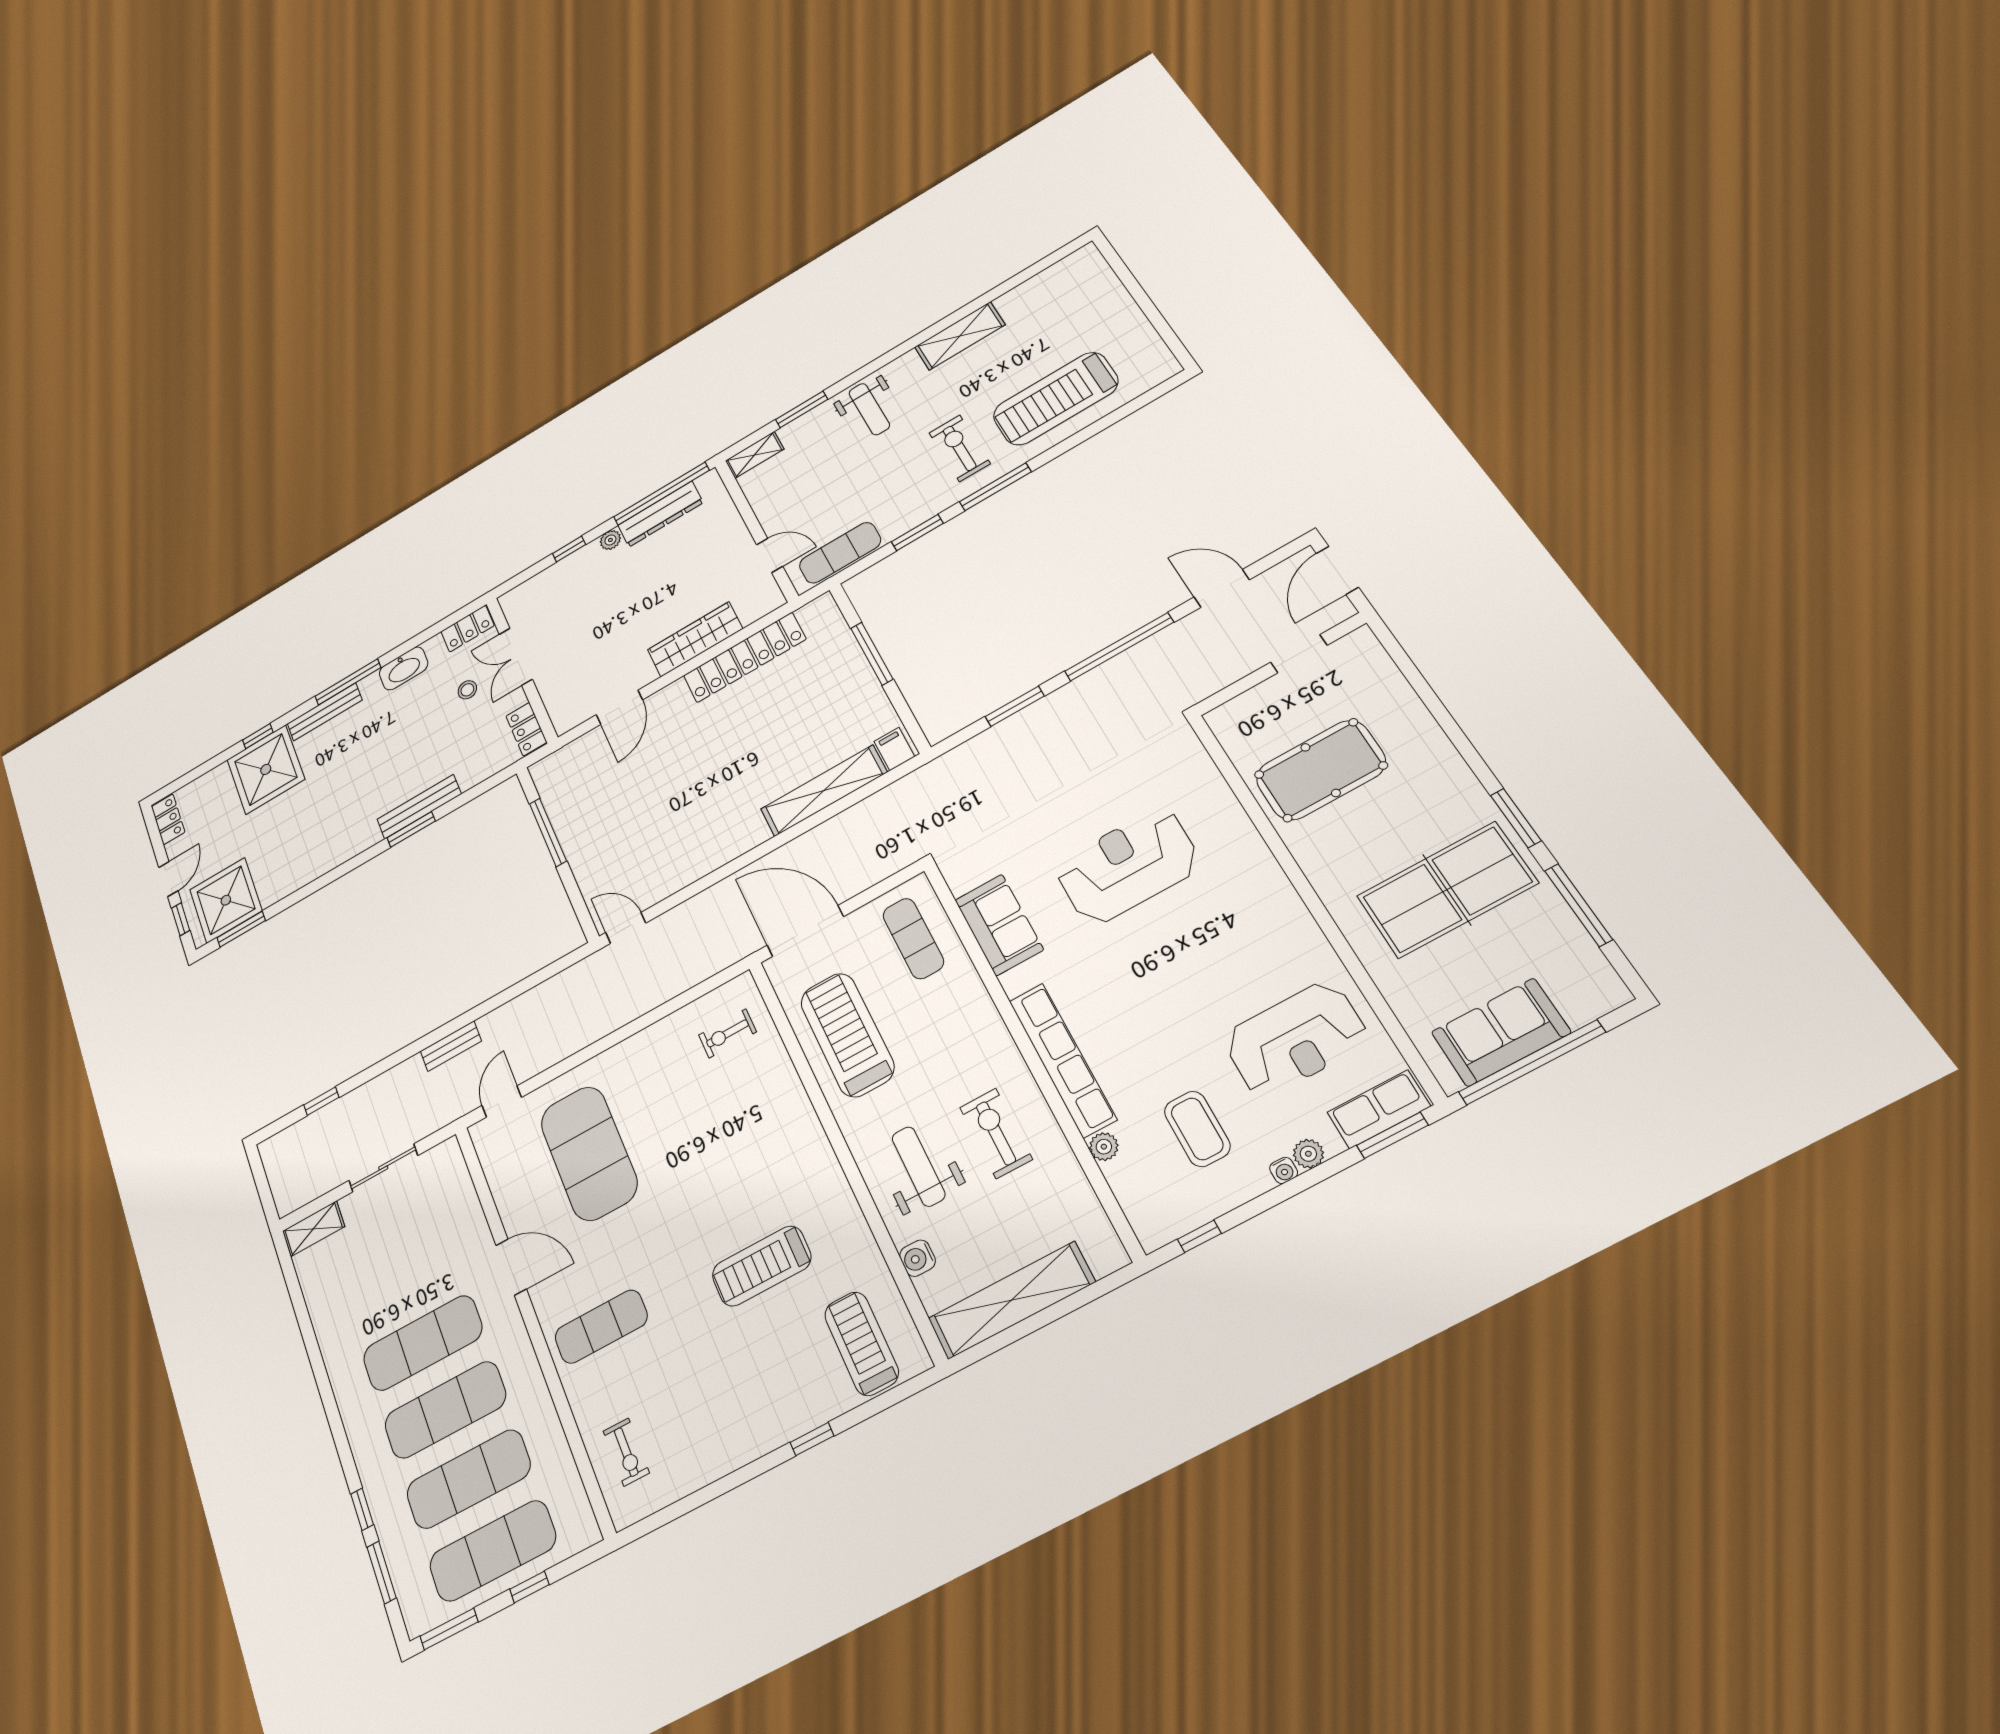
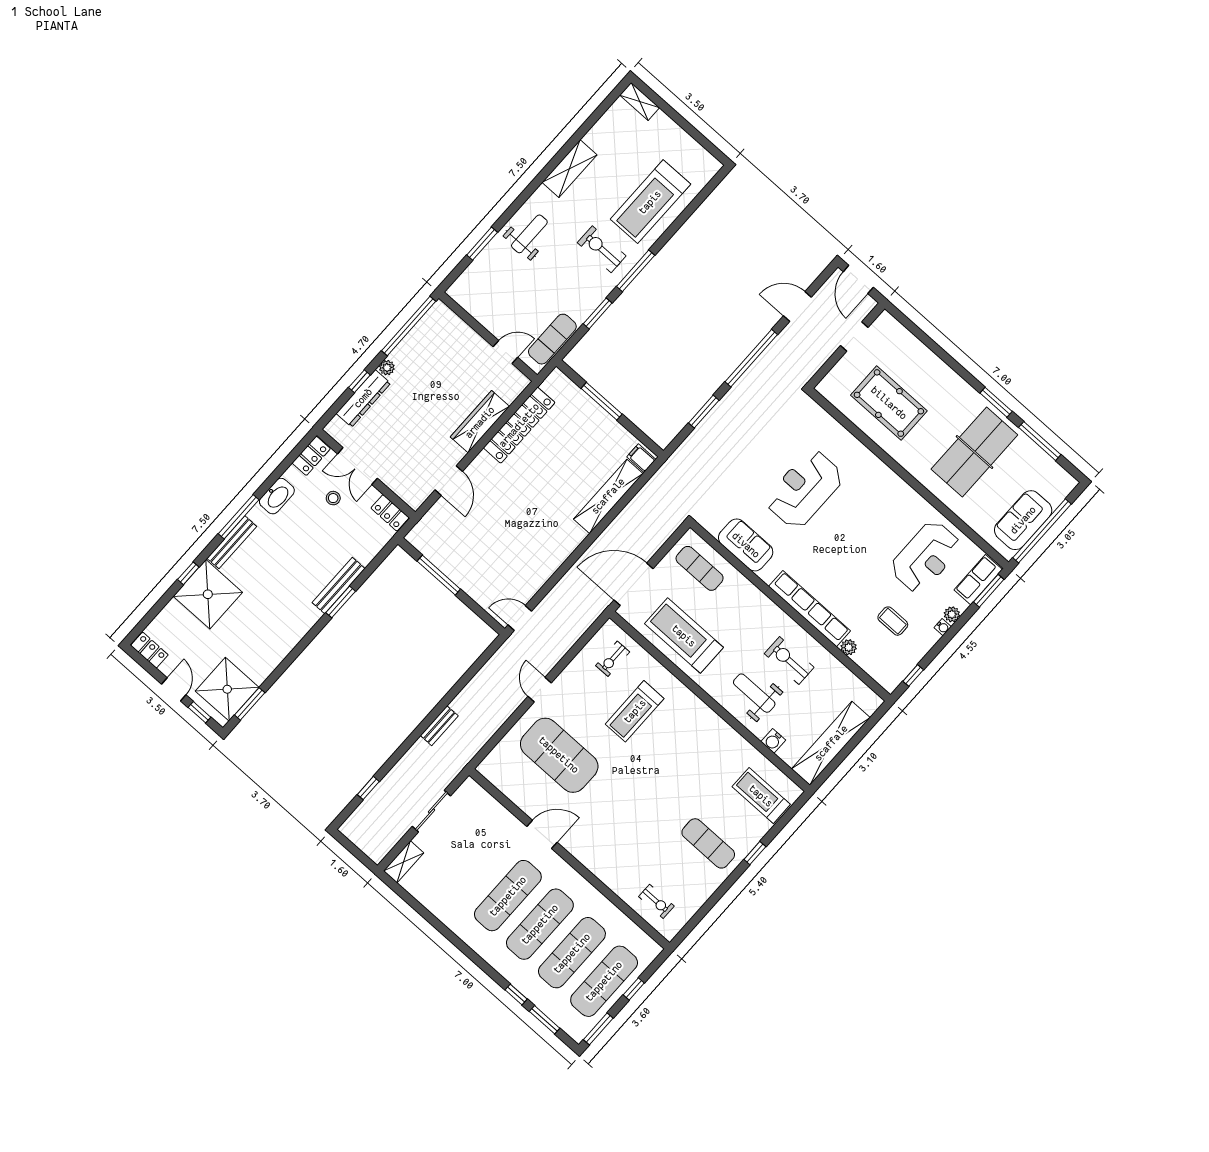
weight bench: (869, 409) -> (529, 234), turned -90
shelving: (755, 455) -> (640, 101), moved, turned 90
dresser: (660, 514) -> (363, 398), moved
pool table: (1321, 770) -> (889, 403), turned 90
door: (502, 1101) -> (540, 690), moved
coffee table: (1197, 1129) -> (893, 621), width x0.73, depth x0.77
treadmill: (762, 1266) -> (635, 711), moved
exercise mat: (601, 1327) -> (708, 843), moved, turned 90

